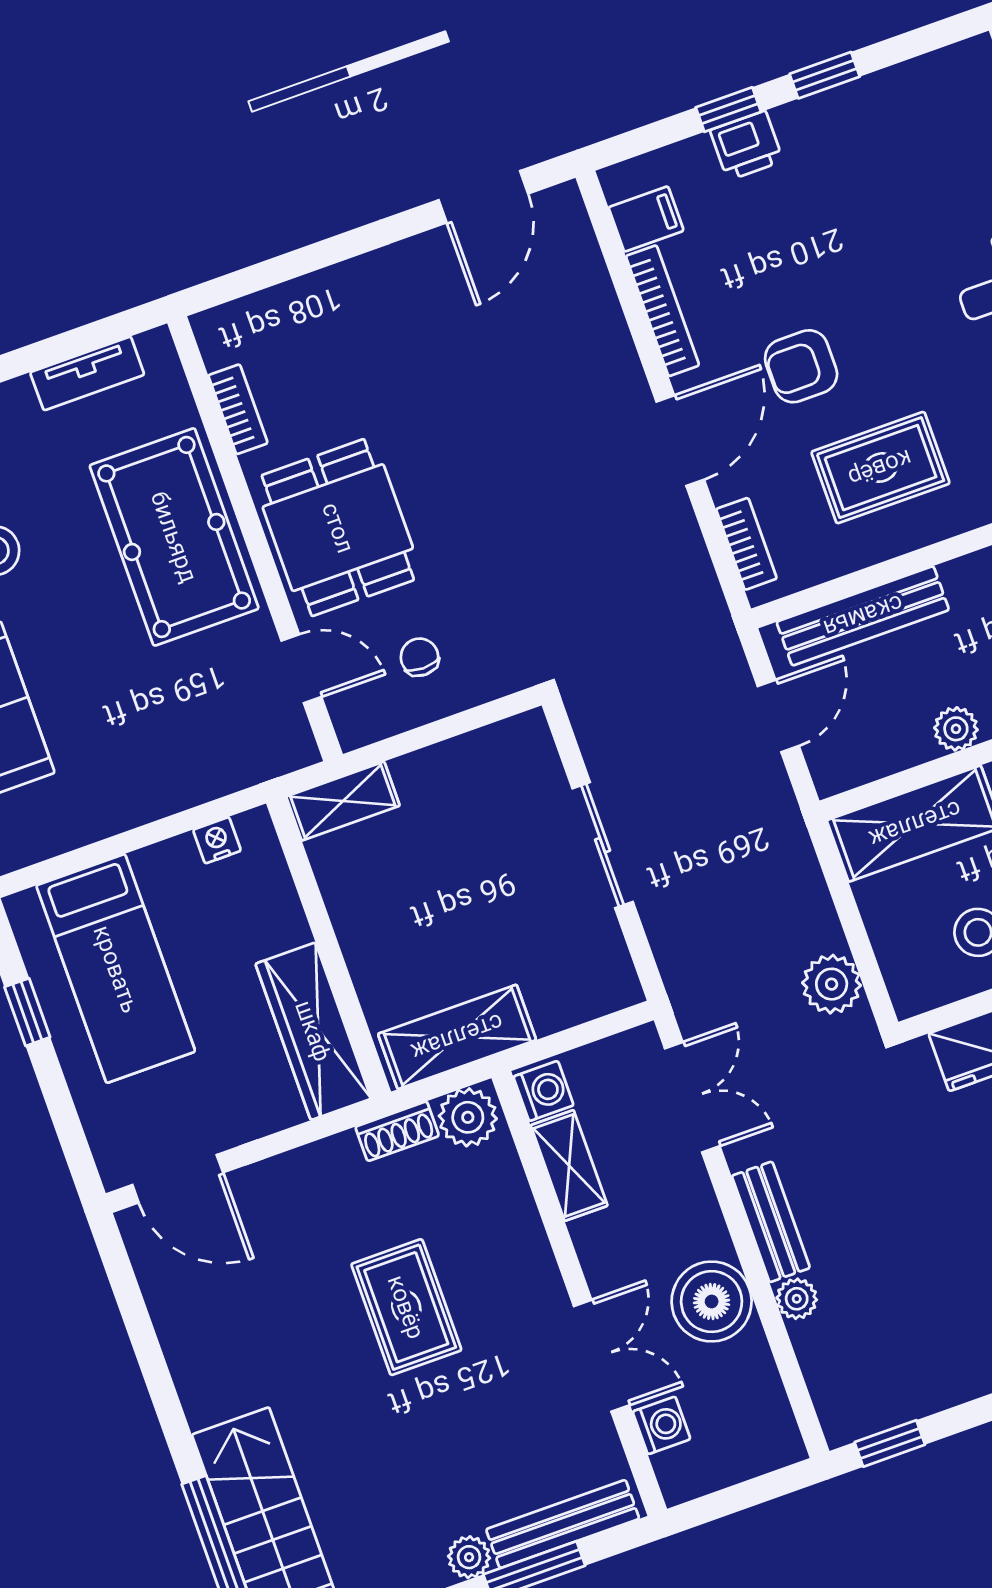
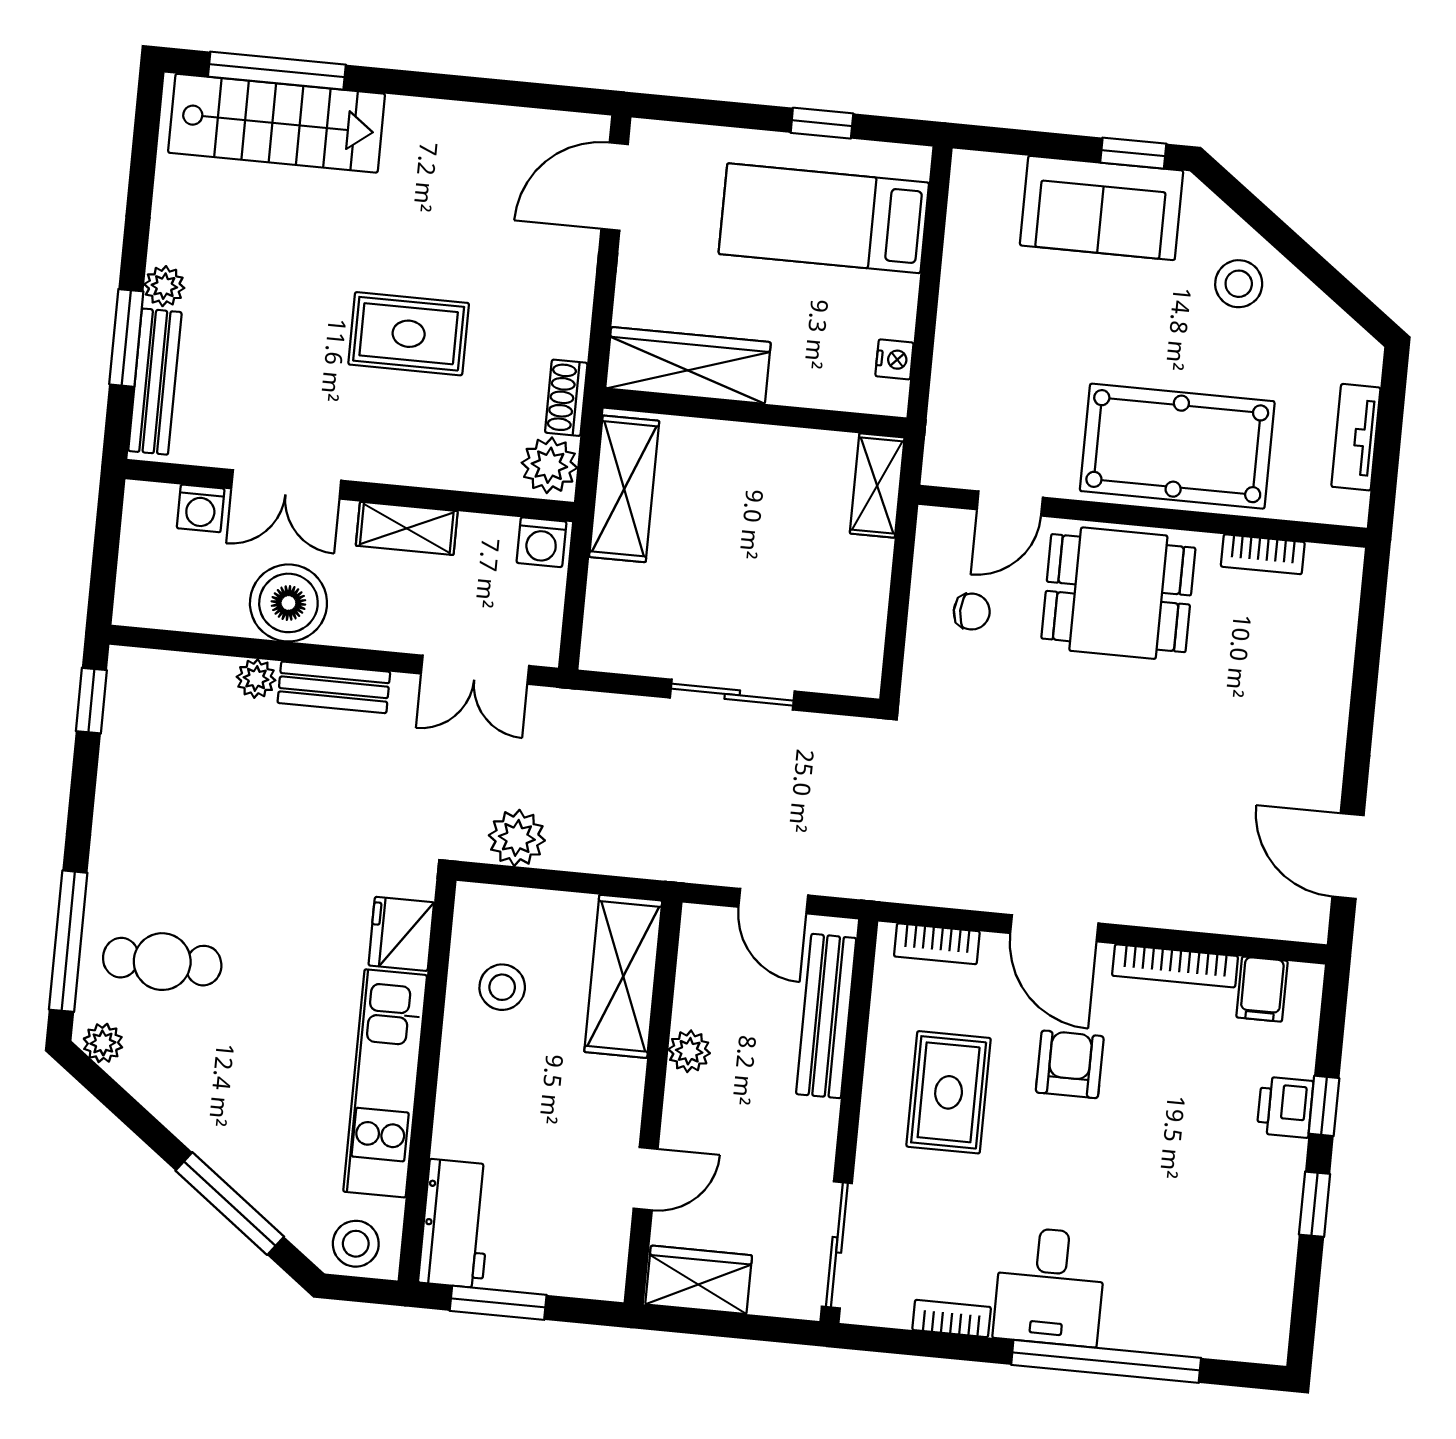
shelving: (569, 1165) -> (407, 528), moved

